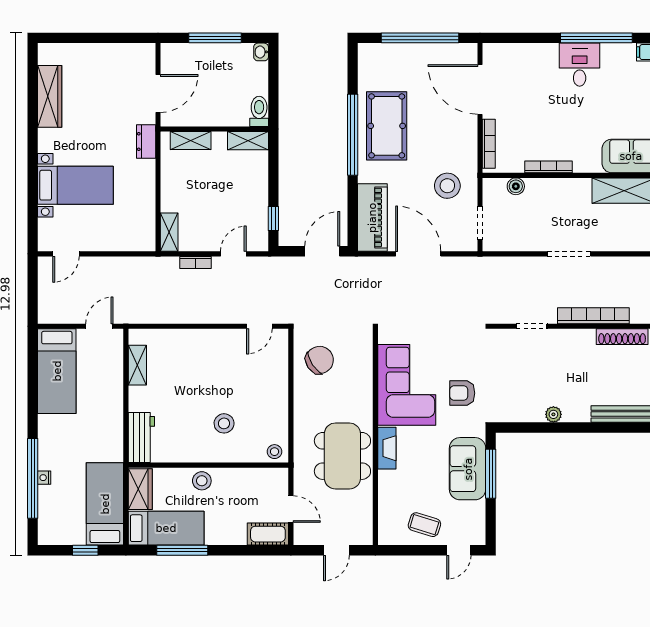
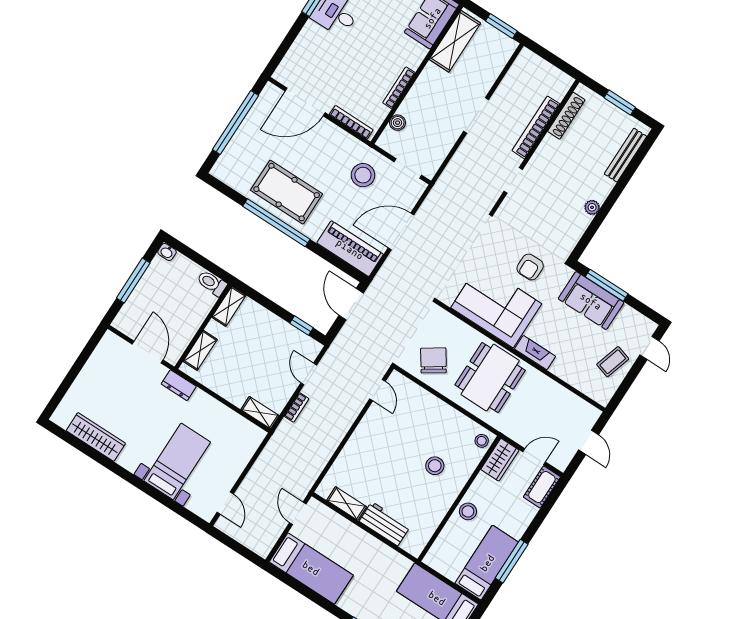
workbench: (141, 438) -> (385, 524), moved
dining table: (342, 456) -> (490, 378), moved, turned 90
wardrobe: (140, 489) -> (500, 460), moved, turned 90

